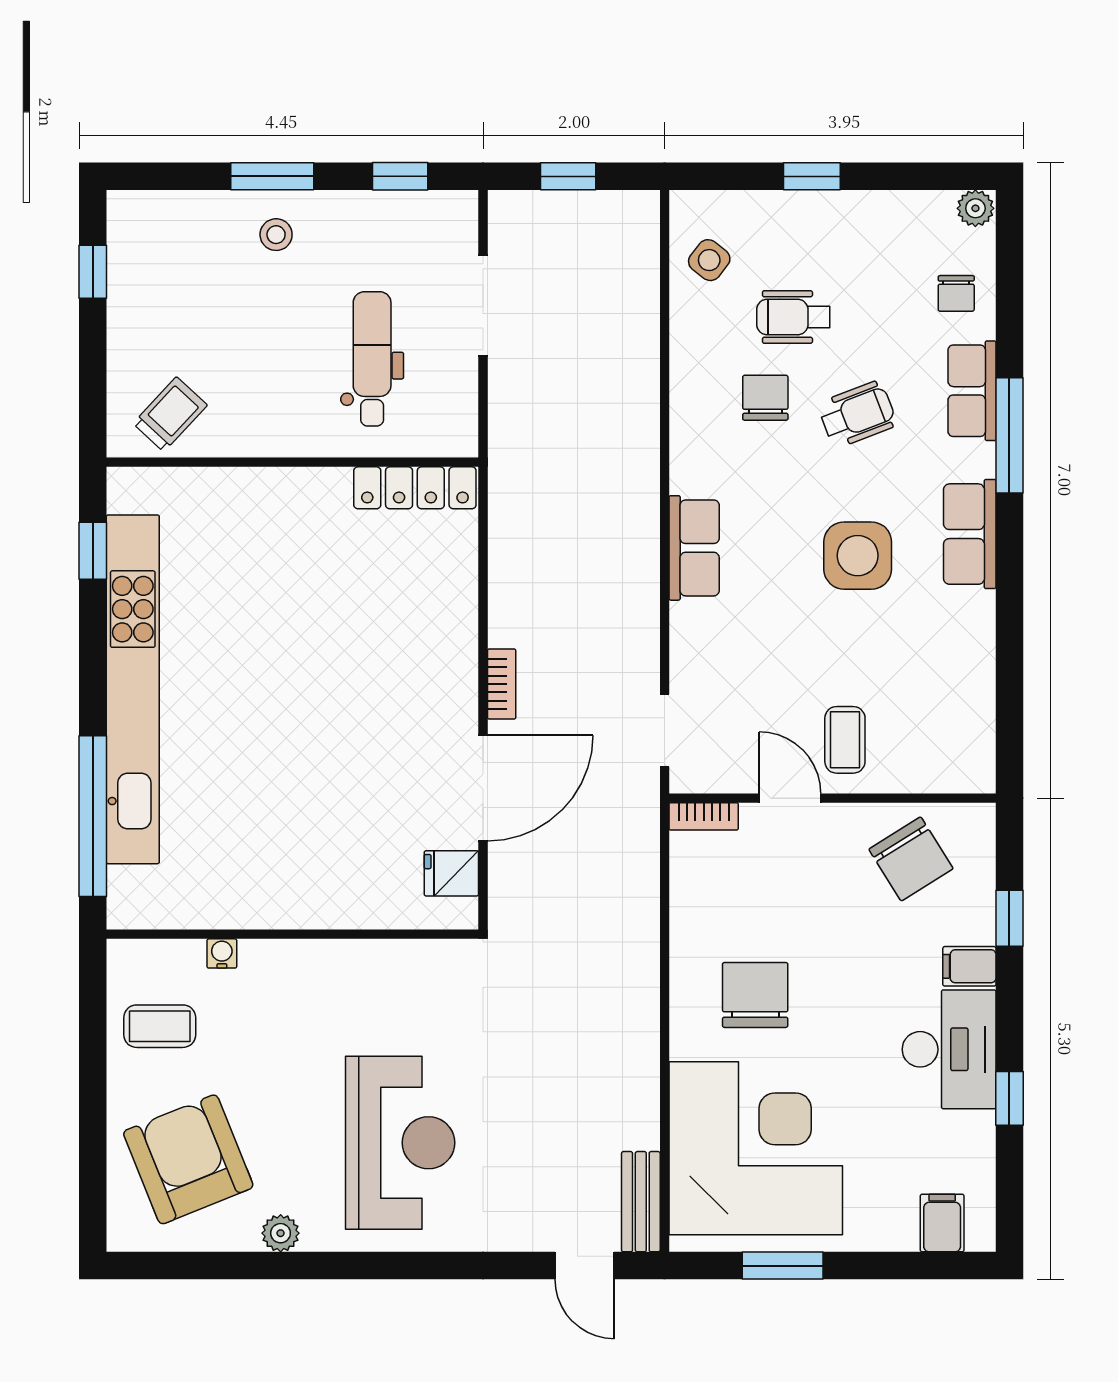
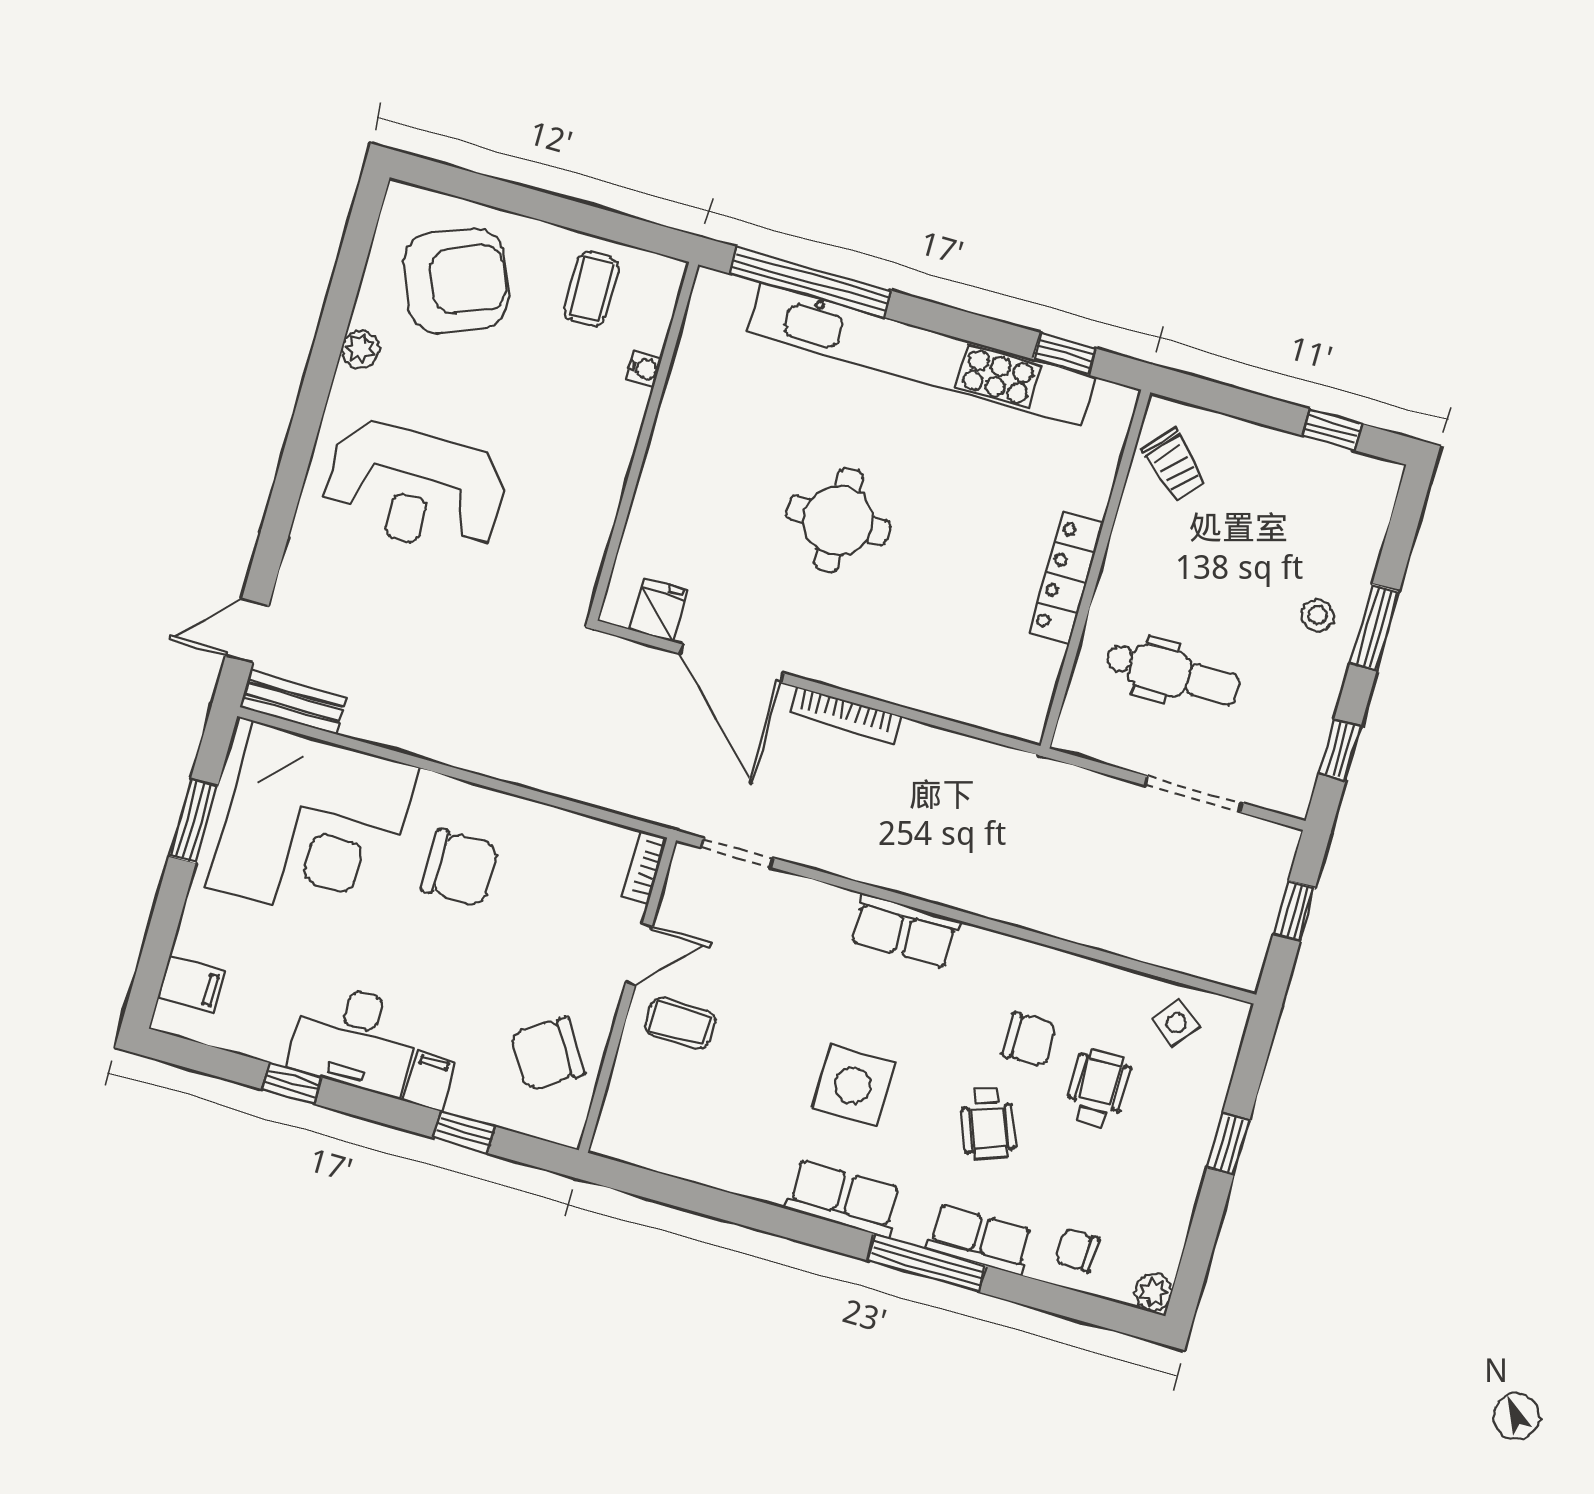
locker: (415, 488) -> (1066, 578), moved
bookcase: (502, 684) -> (845, 715), width x1.56
round table: (315, 724) -> (838, 520), added

